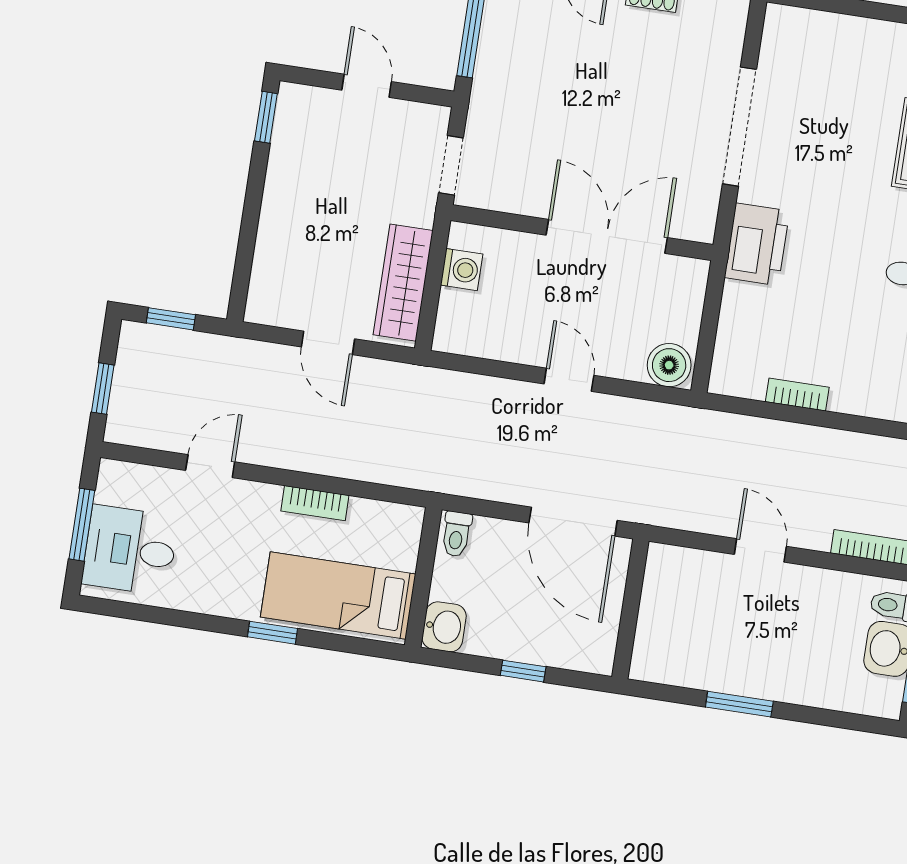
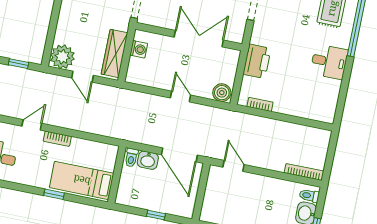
printer: (757, 244) -> (257, 61), moved
plant: (277, 297) -> (62, 57), added
bookcase: (797, 395) -> (260, 104), moved
bookcase: (315, 503) -> (57, 139), moved
door: (760, 550) -> (233, 166), moved
washbasin: (444, 627) -> (148, 160), moved, turned 90

